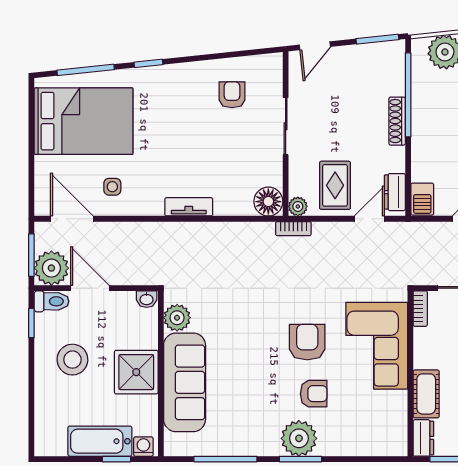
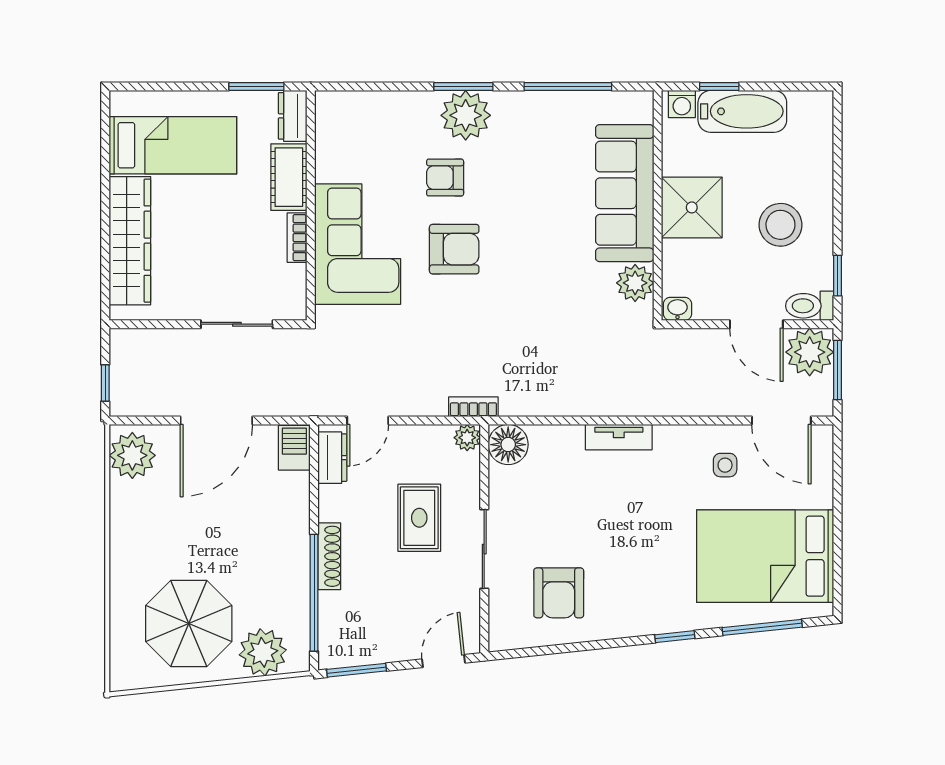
armchair: (232, 95) -> (559, 593), width x1.38, depth x1.38
rug: (335, 185) -> (419, 518), moved
bookcase: (420, 309) -> (297, 238), moved
armchair: (307, 342) -> (454, 249), turned -90

